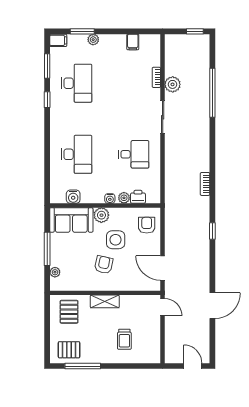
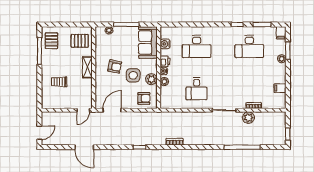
printer: (138, 197) -> (165, 61), moved
plant: (101, 215) -> (151, 79), moved

